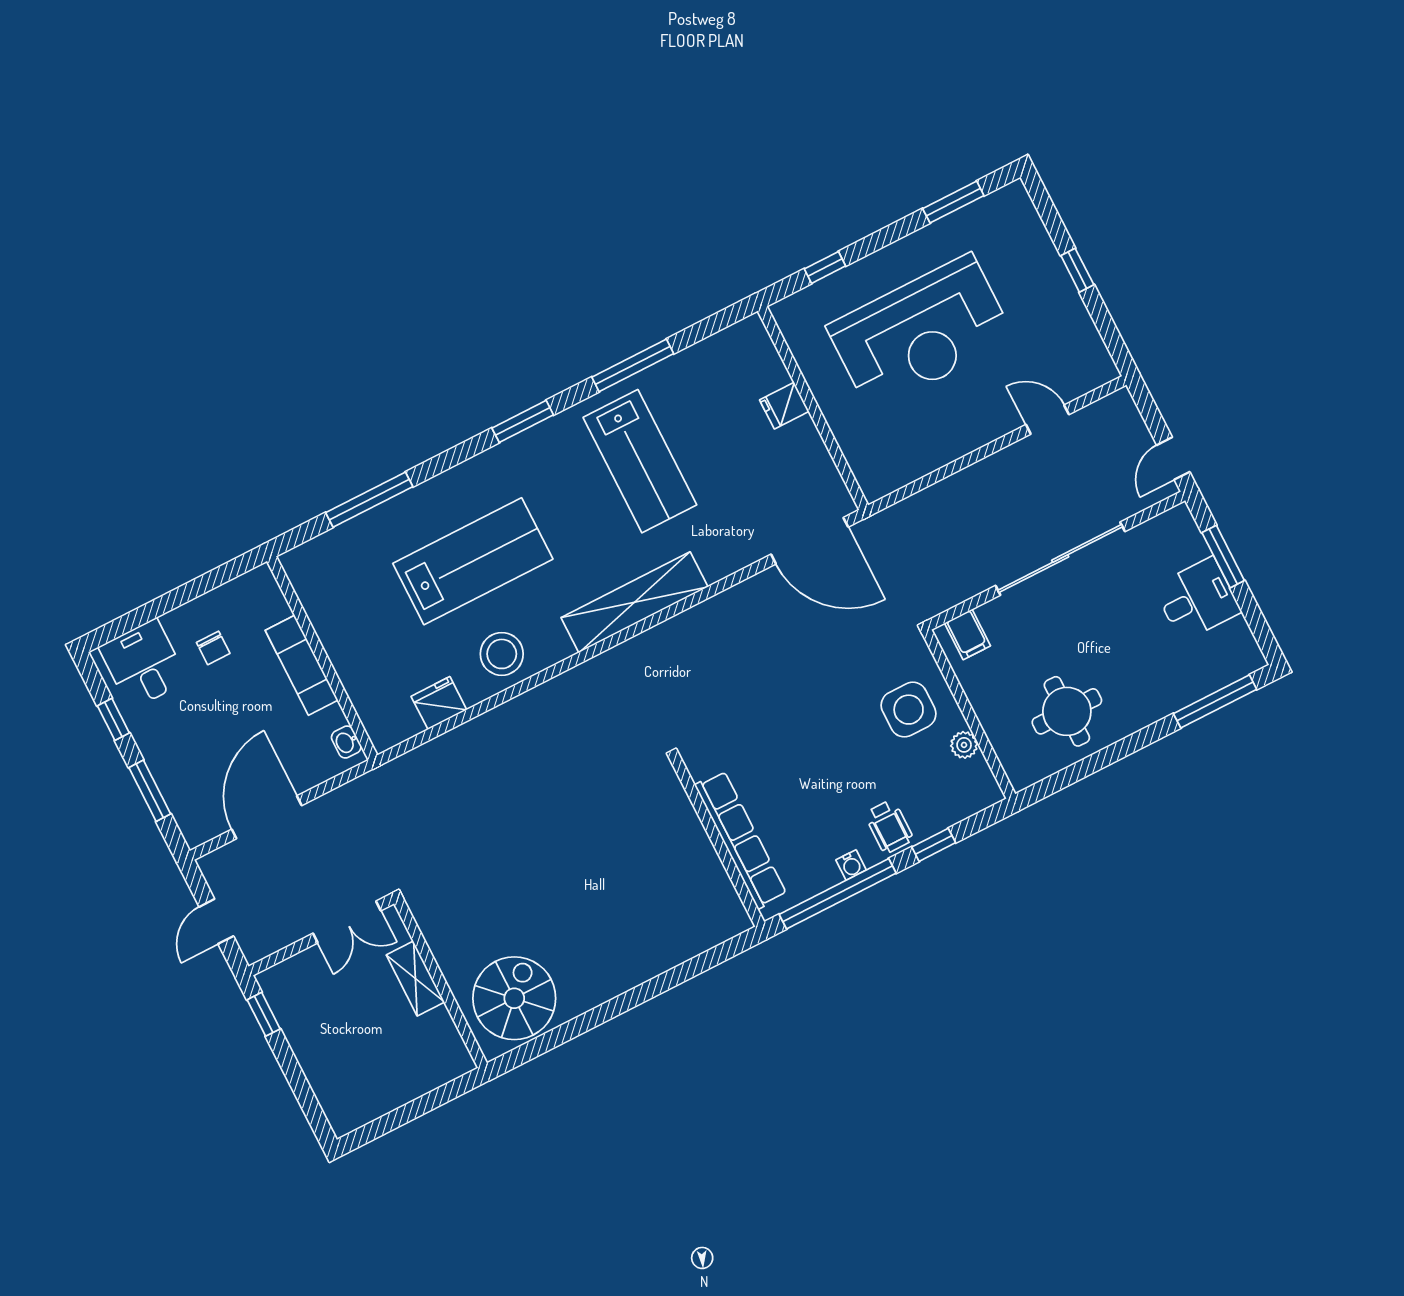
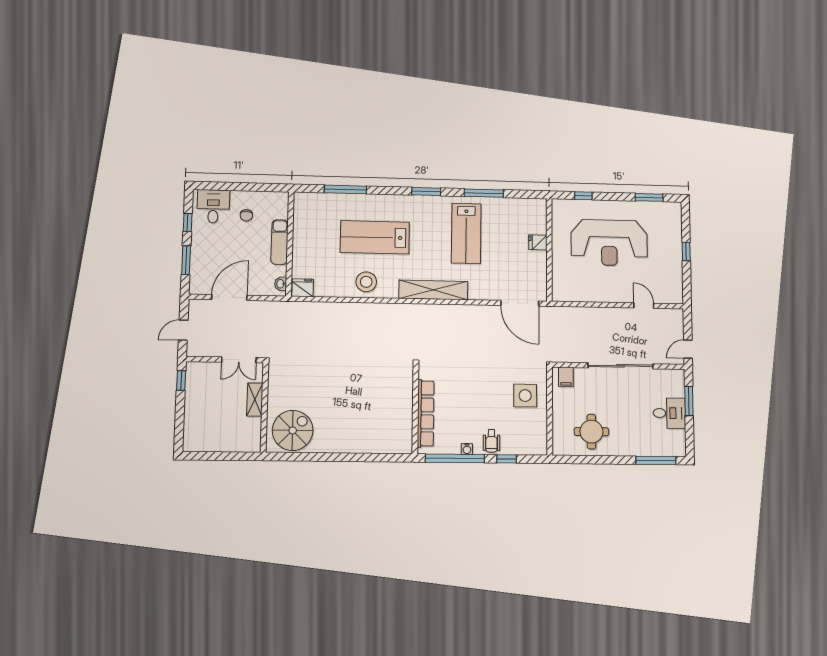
lab bench: (473, 561) -> (375, 237), turned 180
fridge: (439, 703) -> (303, 288), moved
plant: (964, 745) -> (541, 423), removed

